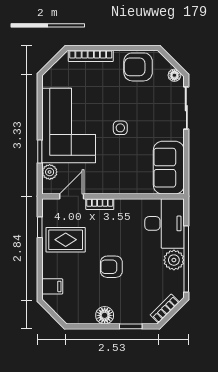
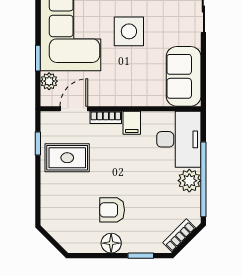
side table: (120, 128) -> (129, 31), width x1.87, depth x1.87
armchair: (111, 267) -> (112, 210), moved
filing cabinet: (52, 286) -> (132, 123), moved, turned 90

